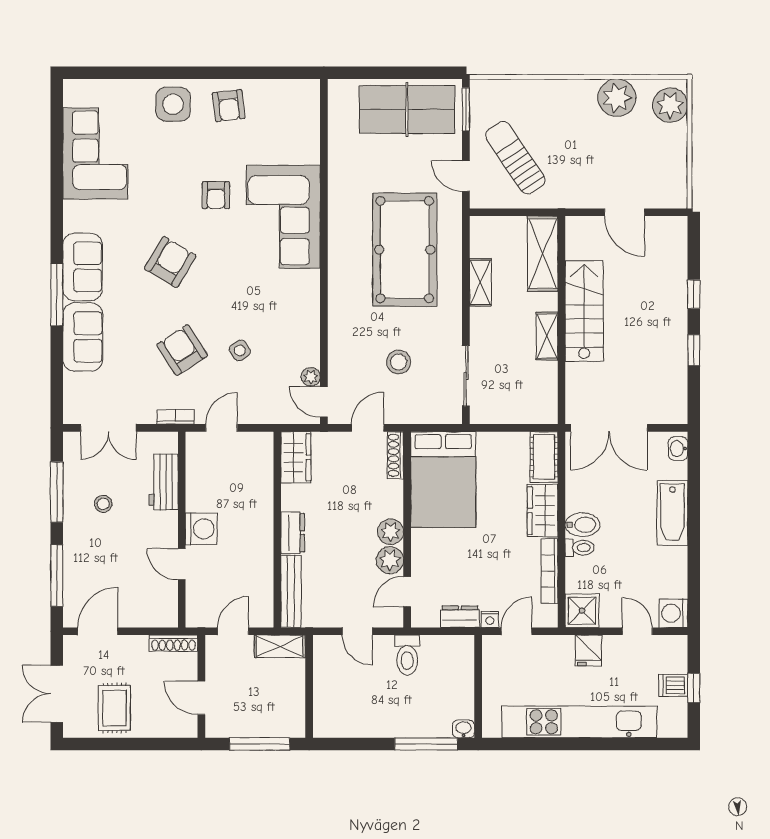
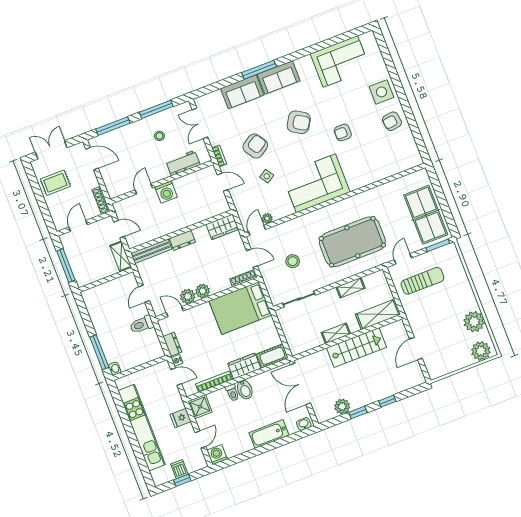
sun lounger: (515, 158) -> (422, 281), turned 34
corner sofa: (283, 217) -> (316, 183), moved
plant: (674, 373) -> (342, 407), added

